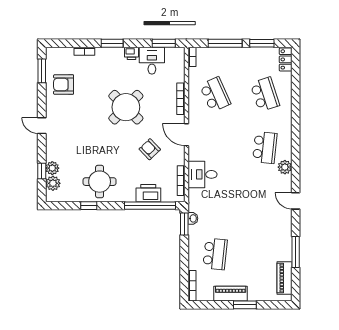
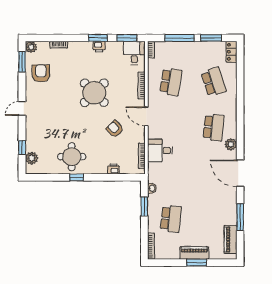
window: (112, 43) -> (98, 38), moved
desk: (152, 61) -> (134, 53), moved
armchair: (64, 85) -> (41, 73), turned 90
school desk: (215, 94) -> (171, 82), turned 33
door: (42, 126) -> (22, 109), hinge flipped
plant: (52, 168) -> (31, 47), moved
printer: (148, 193) -> (114, 169), width x0.53, depth x0.68
door: (296, 201) -> (240, 173), width x1.88
window: (89, 206) -> (77, 177), moved
window: (150, 206) -> (115, 177), removed
window: (184, 224) -> (144, 206), moved
piano: (231, 294) -> (194, 253), moved

